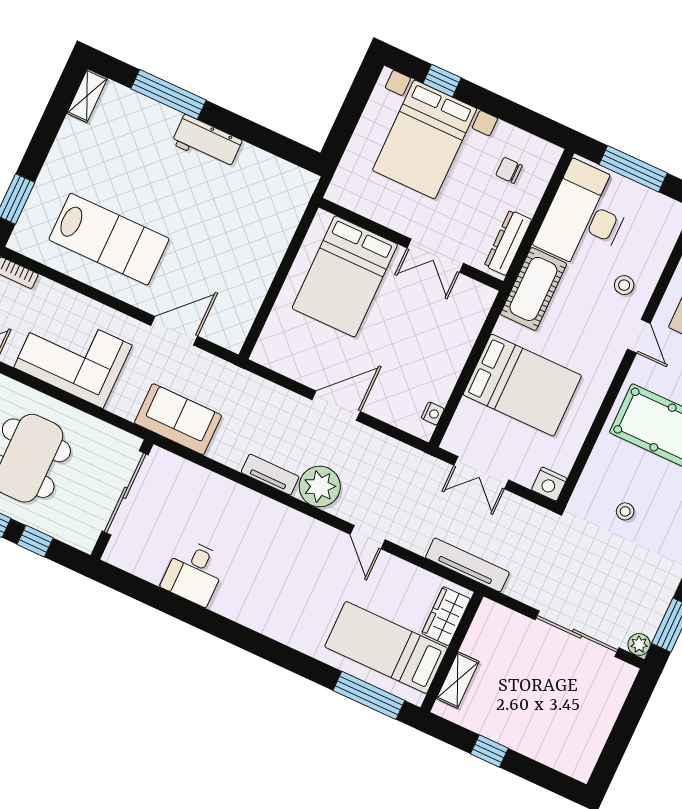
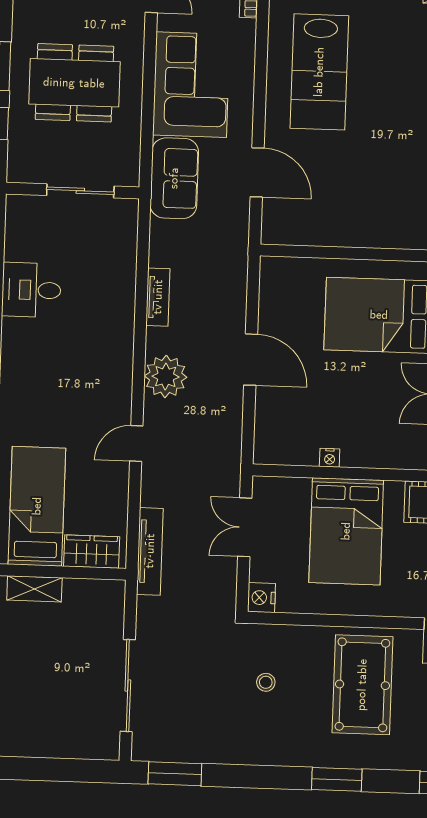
nightstand: (433, 413) -> (330, 458), moved
sofa: (178, 419) -> (174, 178), moved
tv unit: (270, 475) -> (158, 297), moved
sliding door: (125, 493) -> (80, 191), width x0.73
plant: (639, 644) -> (143, 750), removed

